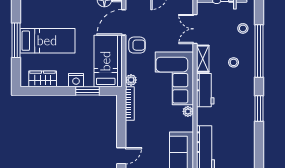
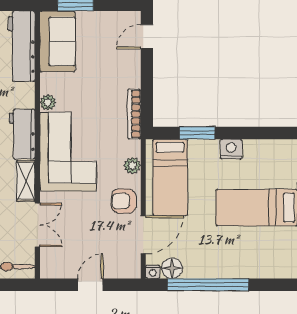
wardrobe: (43, 79) -> (264, 151), removed
nightstand: (76, 80) -> (231, 149), moved
plant: (131, 80) -> (132, 166), moved

